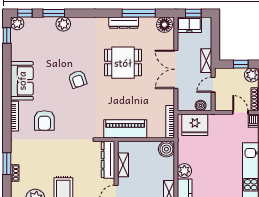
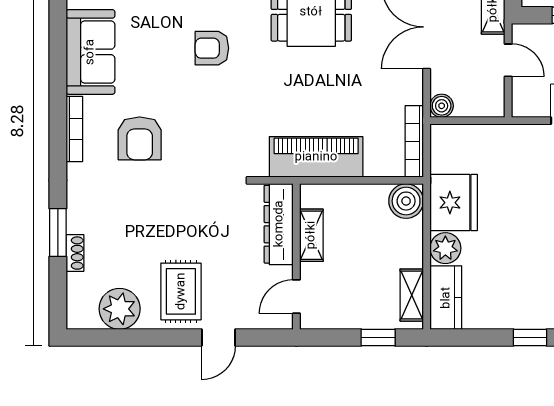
armchair: (78, 79) -> (212, 48), turned 109
door: (213, 85) -> (508, 60), swing flipped
boiler: (201, 106) -> (442, 106), moved
fridge: (195, 125) -> (454, 203), moved, turned -90

